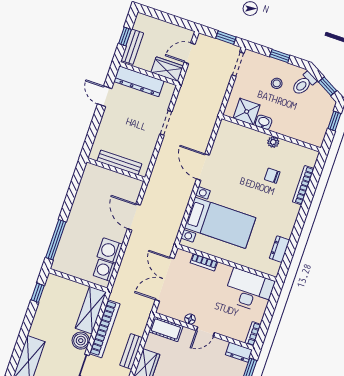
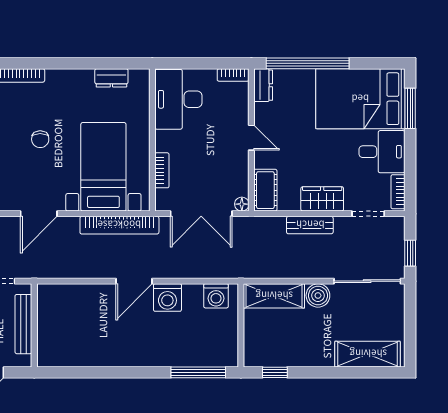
bench: (119, 162) -> (23, 324), moved
wall: (116, 170) -> (34, 325), moved
chair: (272, 176) -> (40, 139), moved
washing machine: (110, 251) -> (167, 298), moved
floor lamp: (190, 319) -> (242, 204), moved
bookcase: (105, 329) -> (119, 225), moved, turned 180

